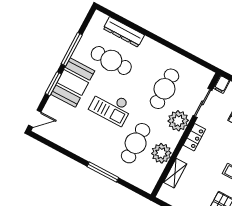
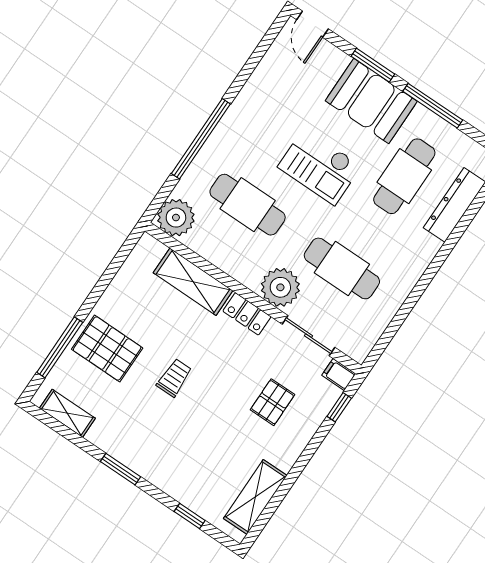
checkout: (111, 107) -> (320, 166), turned -90
plant: (161, 153) -> (176, 218), moved
window: (103, 172) -> (201, 139), width x1.46
shelving: (175, 173) -> (193, 282), width x1.50, depth x1.33

